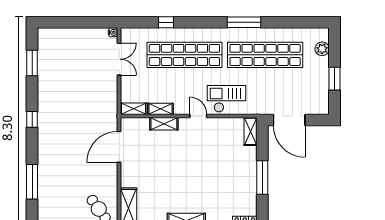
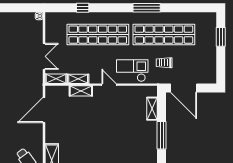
plant: (322, 49) -> (211, 30), removed
double door: (119, 59) -> (44, 56), moved
window: (334, 79) -> (221, 37), moved
trolley: (265, 89) -> (164, 63), added
shelving: (251, 131) -> (152, 109), moved

